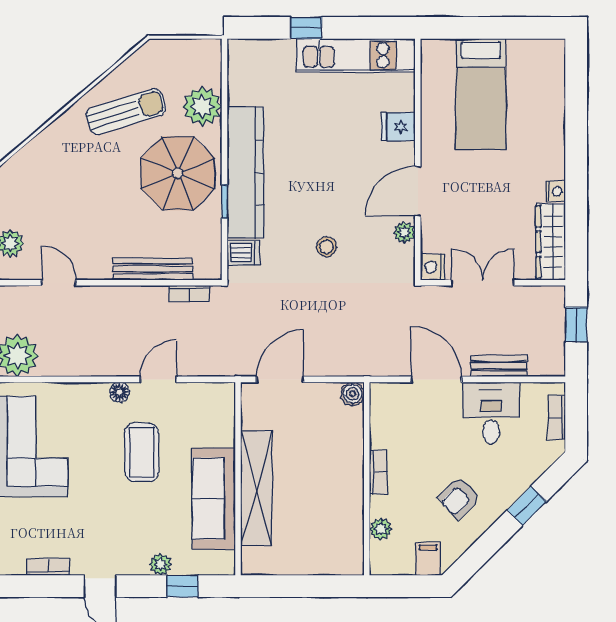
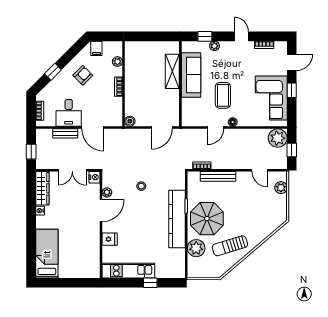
bed: (481, 94) -> (47, 254), moved
dishwasher: (243, 253) -> (178, 184), removed
shelving: (256, 489) -> (172, 71), width x0.68

